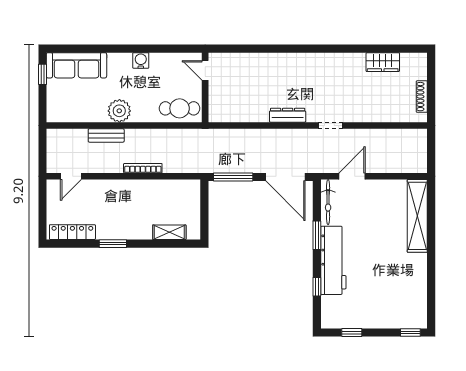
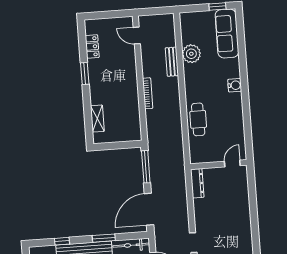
door: (205, 70) -> (232, 164), moved
wall: (205, 87) -> (219, 165), moved
plant: (119, 111) -> (191, 54), moved
dresser: (288, 115) -> (197, 183), moved
locker: (72, 232) -> (92, 46), width x0.66

